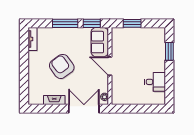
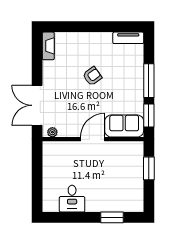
armchair: (62, 66) -> (92, 76), width x0.53, depth x0.53
fireplace: (54, 100) -> (48, 46), moved
double door: (84, 109) -> (37, 105), swing flipped

